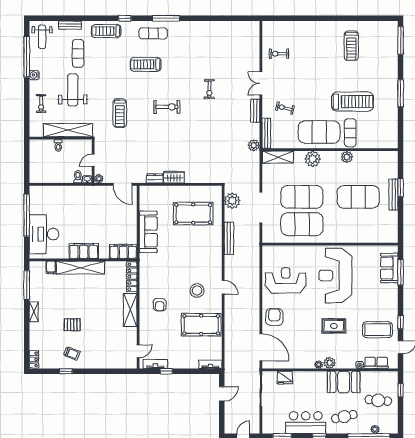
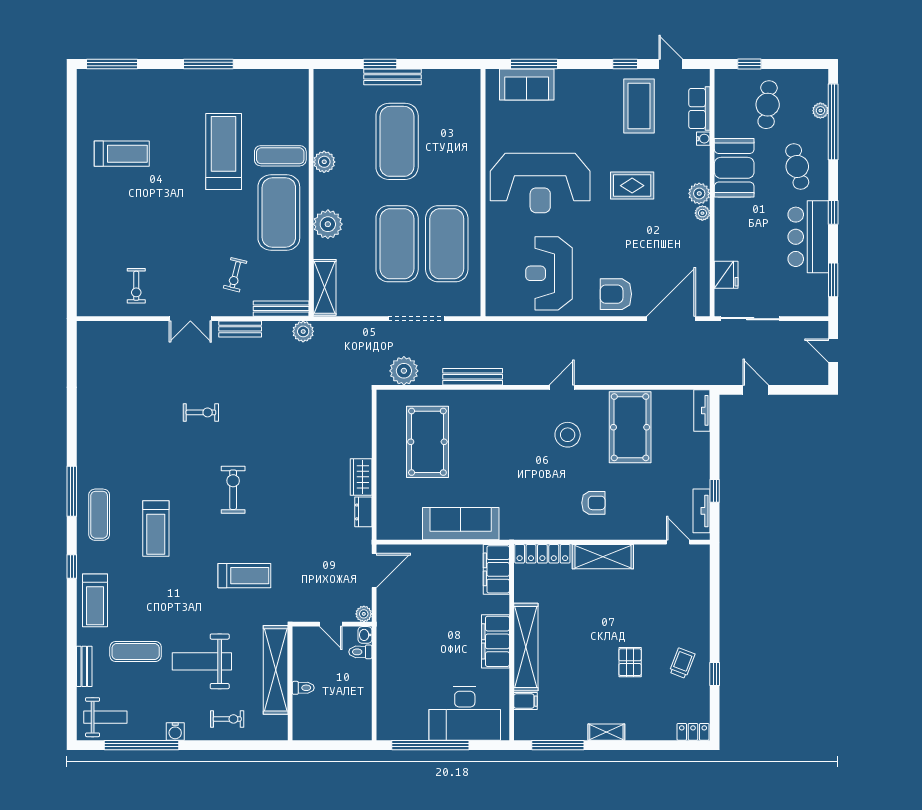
rug: (334, 326) -> (632, 186), turned 90

